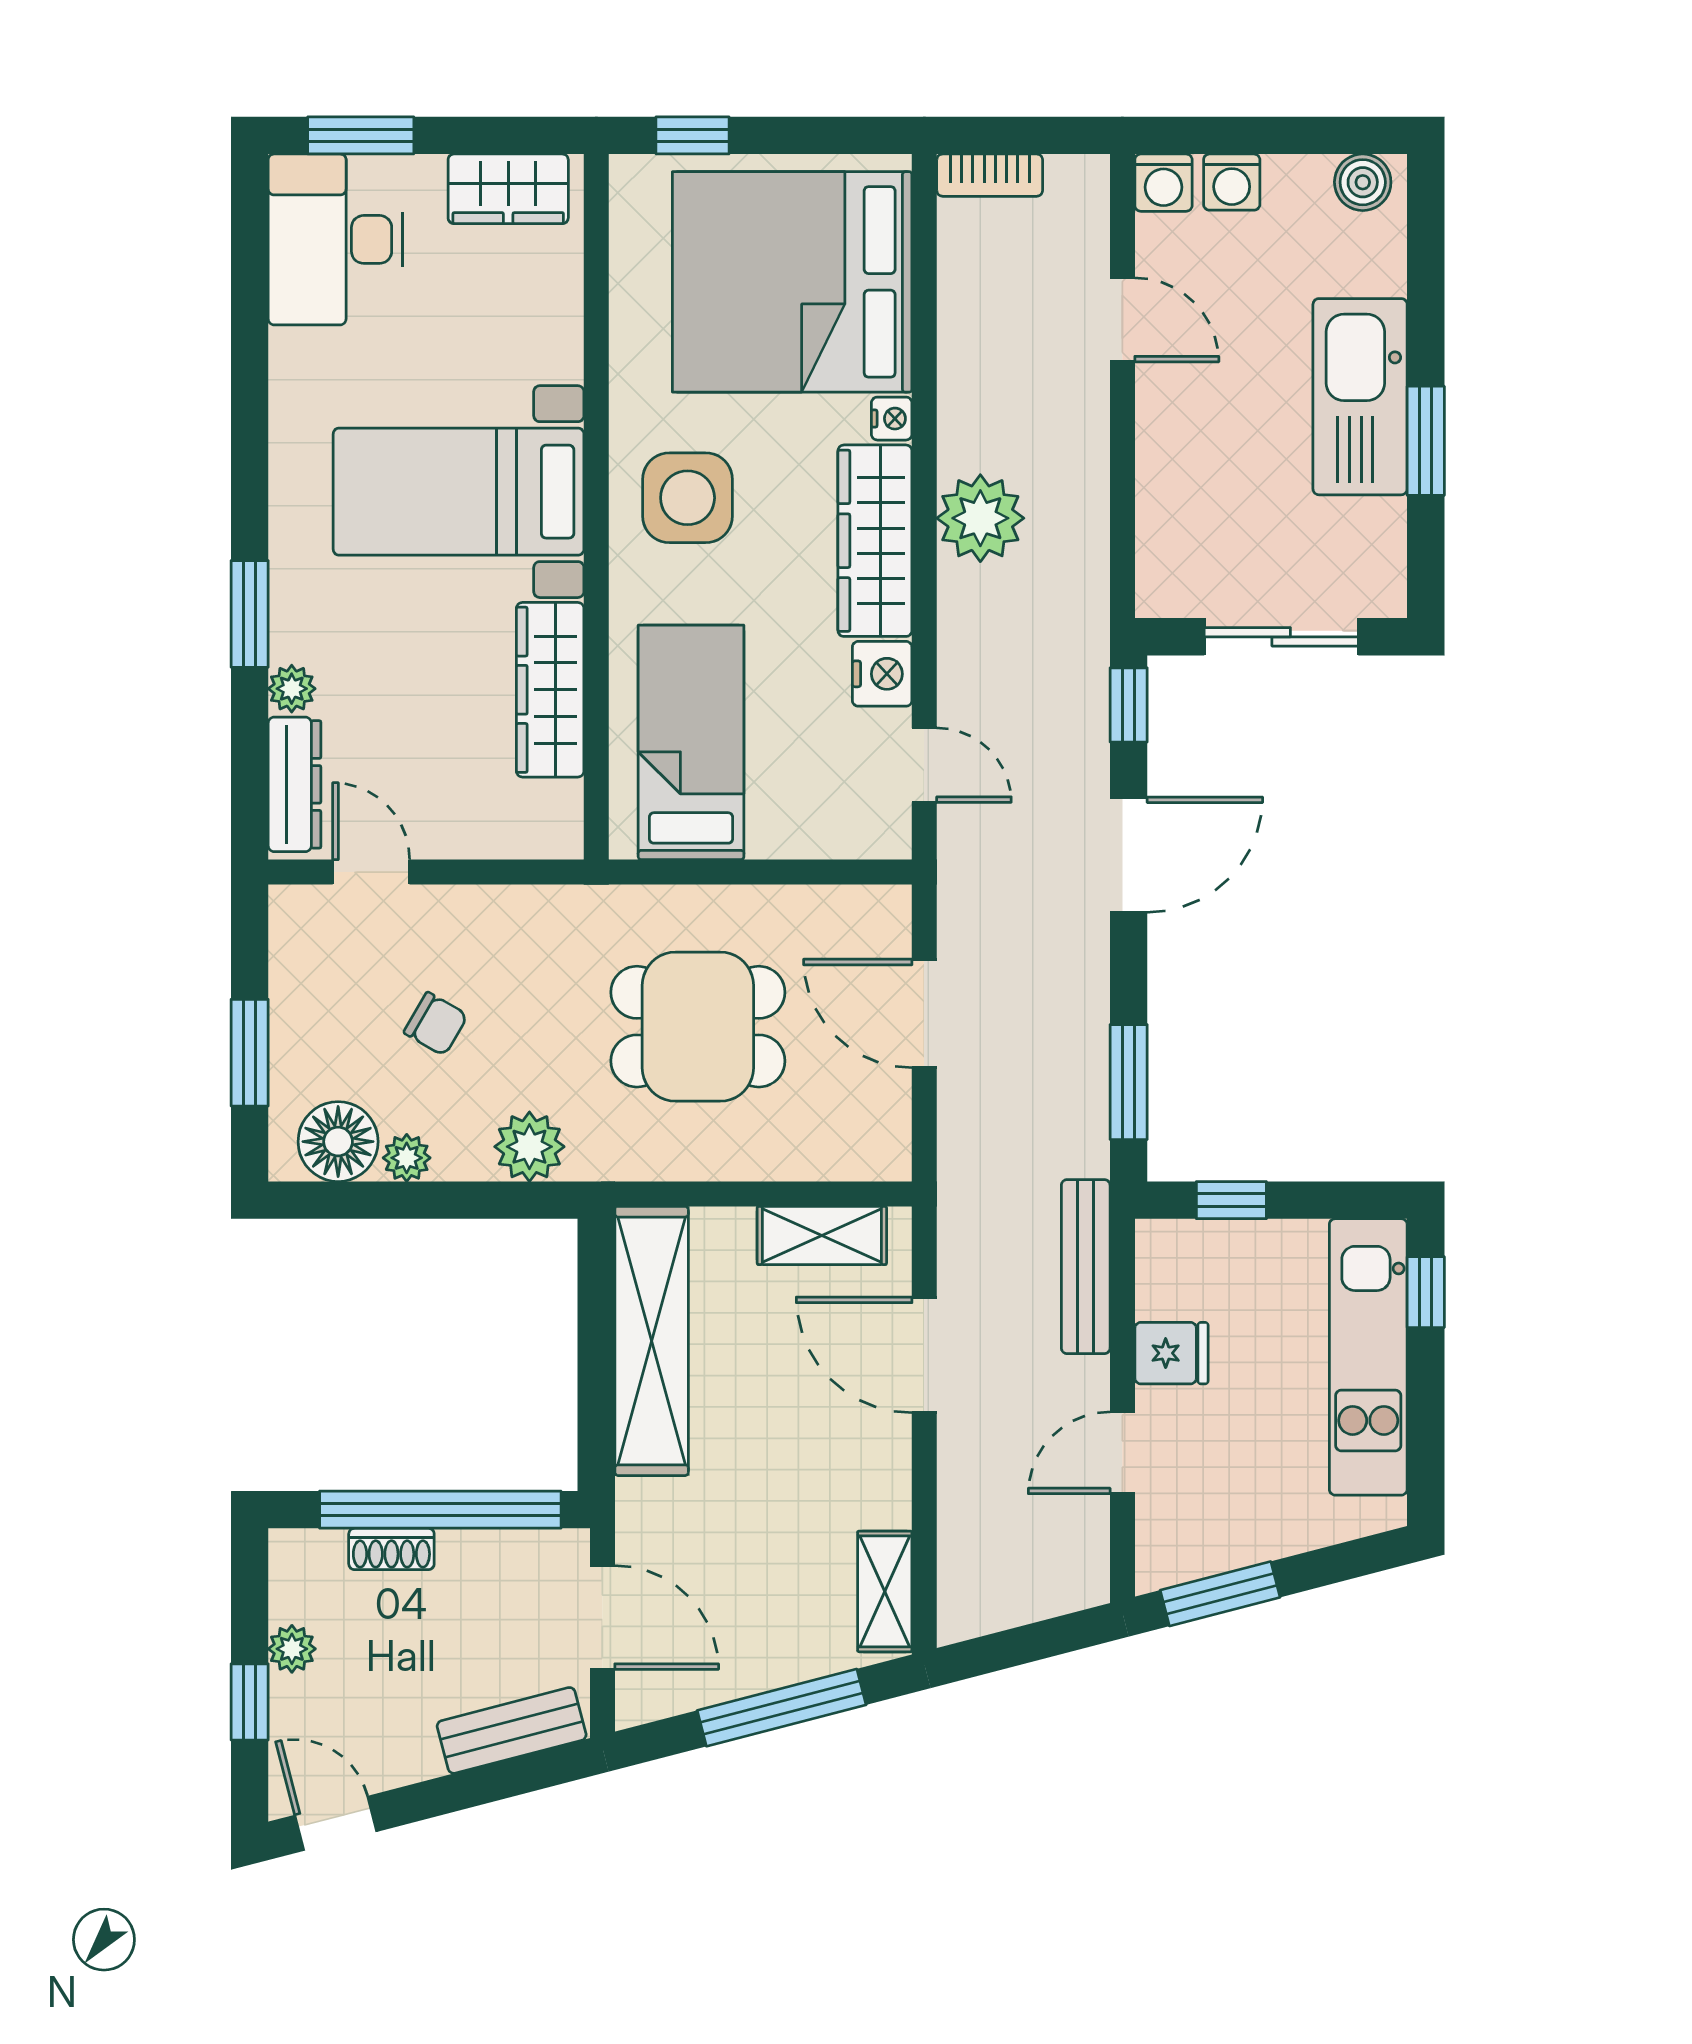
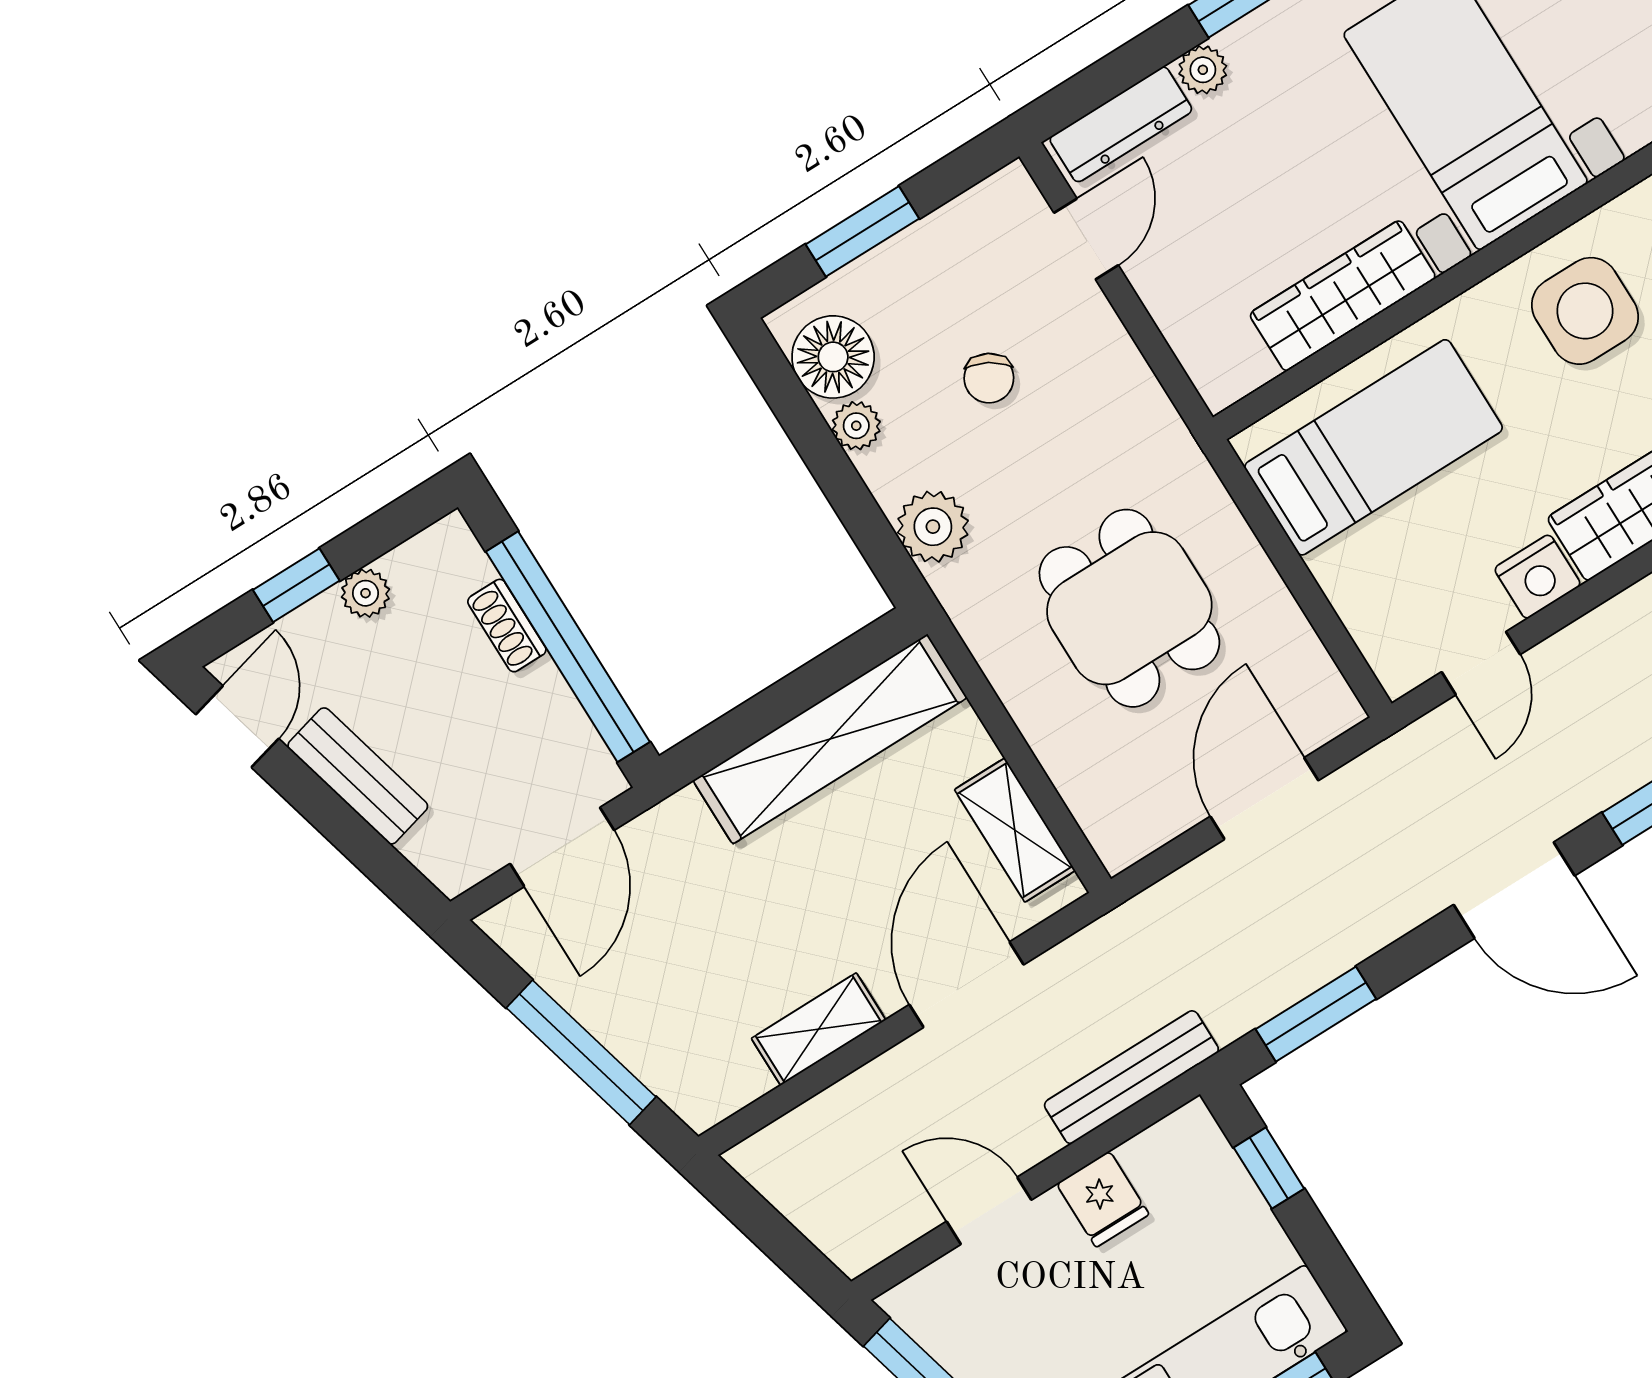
shelving: (885, 1591) -> (819, 1029), moved
bench: (512, 1730) -> (358, 776), moved

